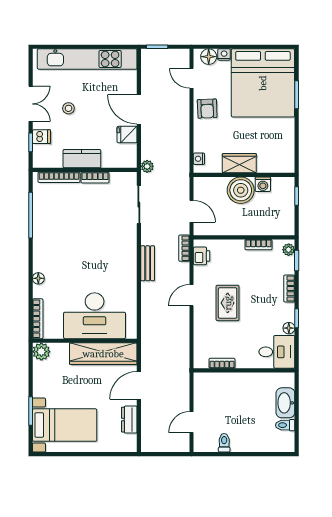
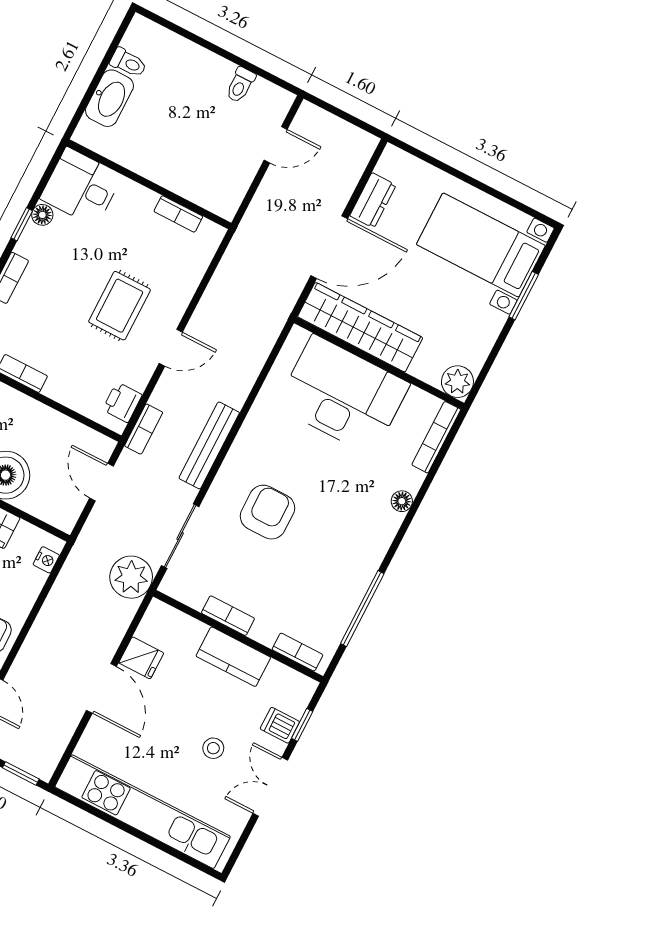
plant: (147, 166) -> (131, 577), width x1.87, depth x1.87
bookcase: (59, 177) -> (297, 652), width x0.64
armchair: (102, 239) -> (267, 512), added
bench: (148, 263) -> (209, 445), width x1.36
door: (139, 385) -> (329, 247), width x1.36

